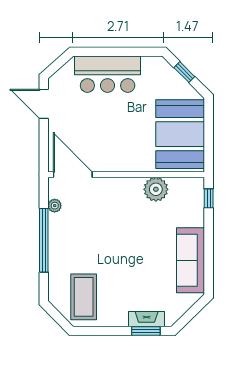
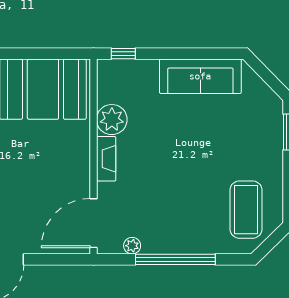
coffee table: (84, 297) -> (246, 210), turned 90
fireplace: (147, 319) -> (106, 159), moved, turned 180

